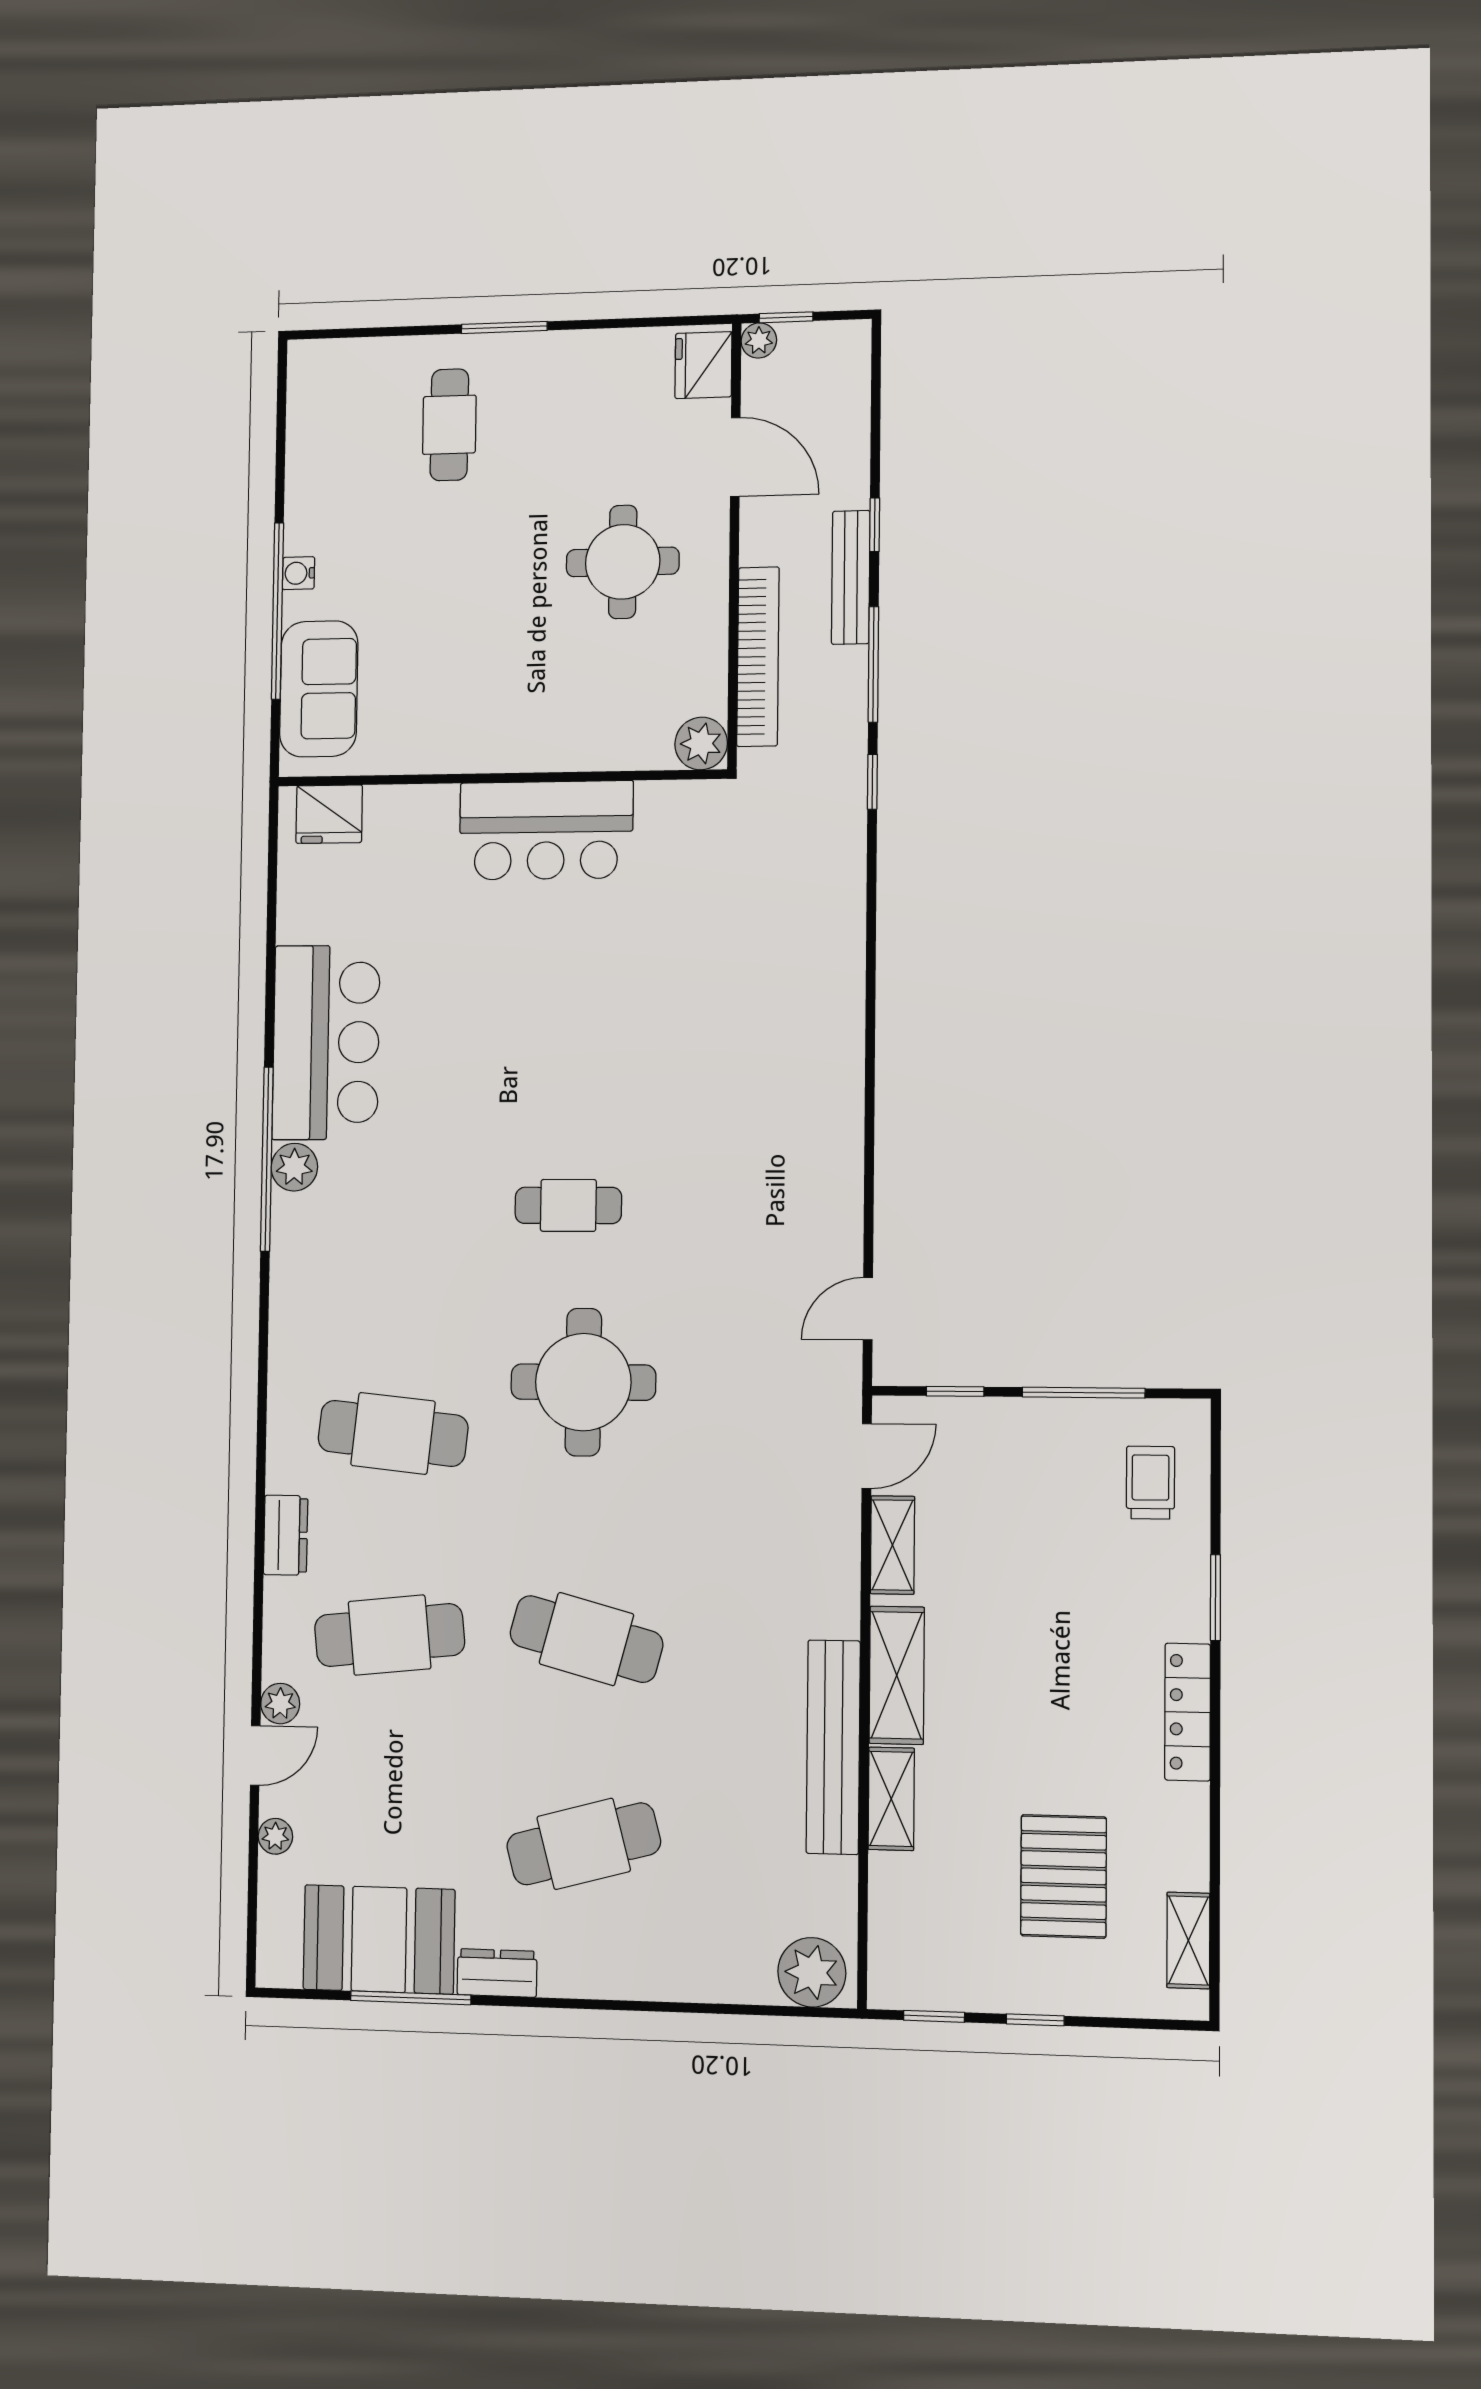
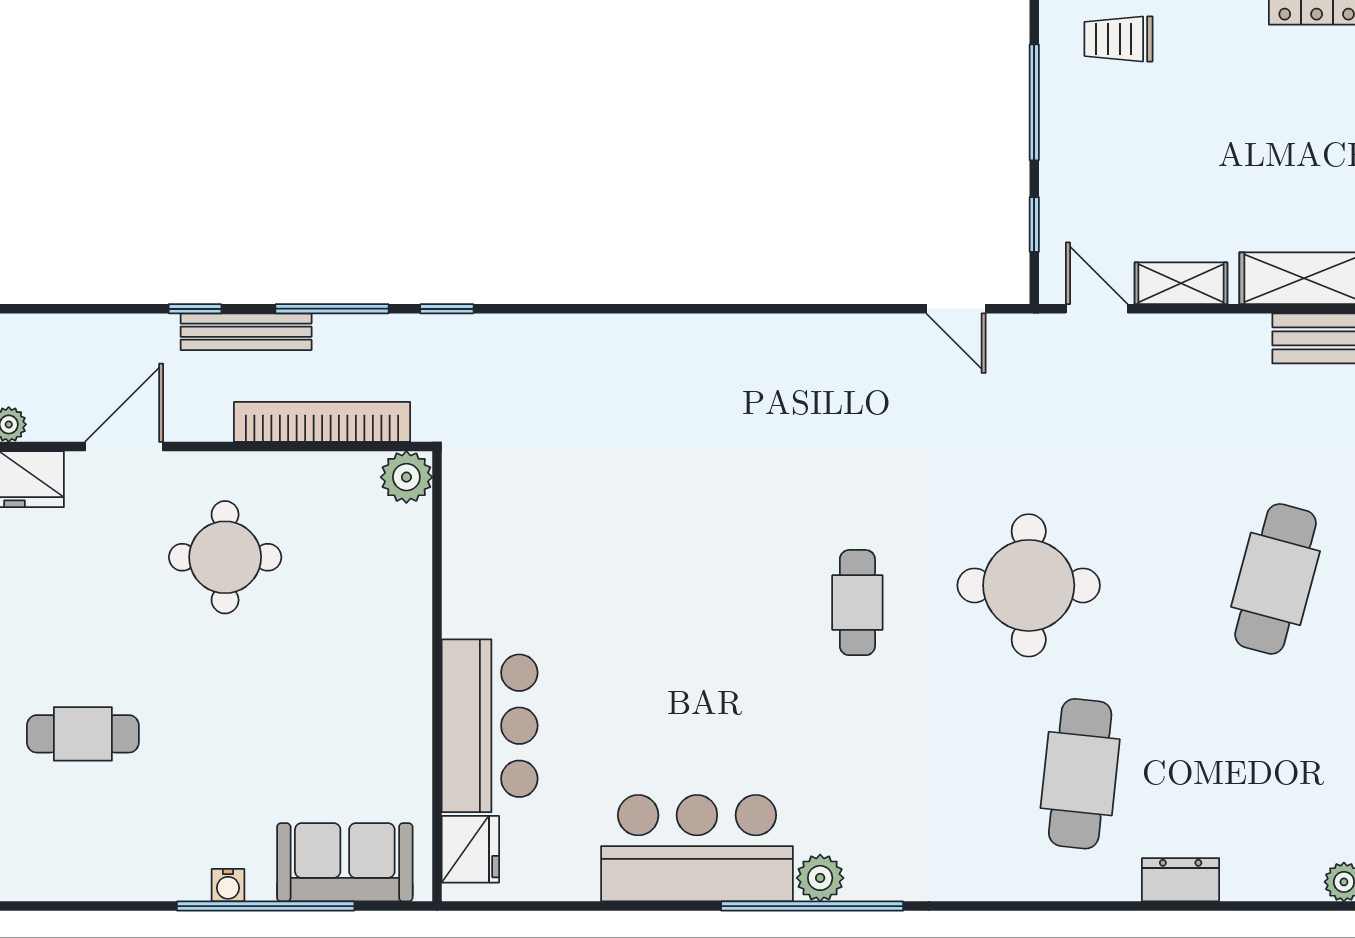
bar counter: (546, 830) -> (490, 726), moved
cafe table: (390, 1635) -> (1276, 774), removed

